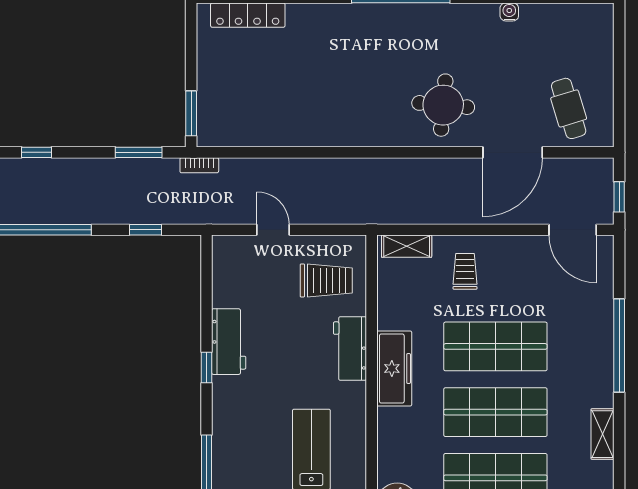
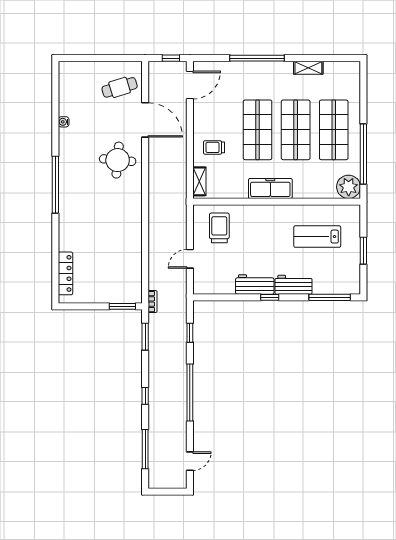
workbench: (350, 348) -> (294, 285), moved, turned 180

